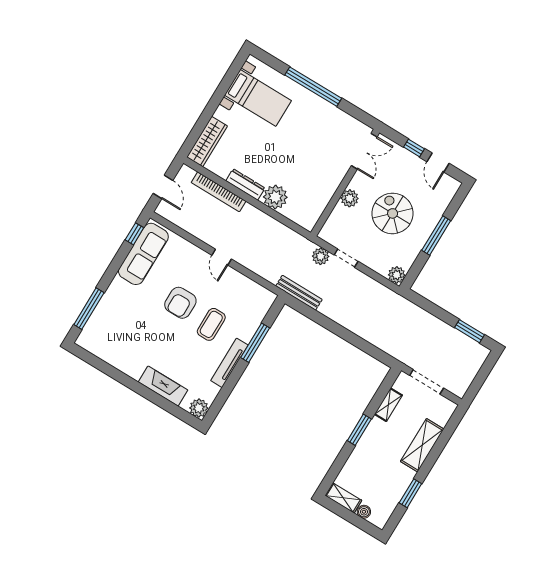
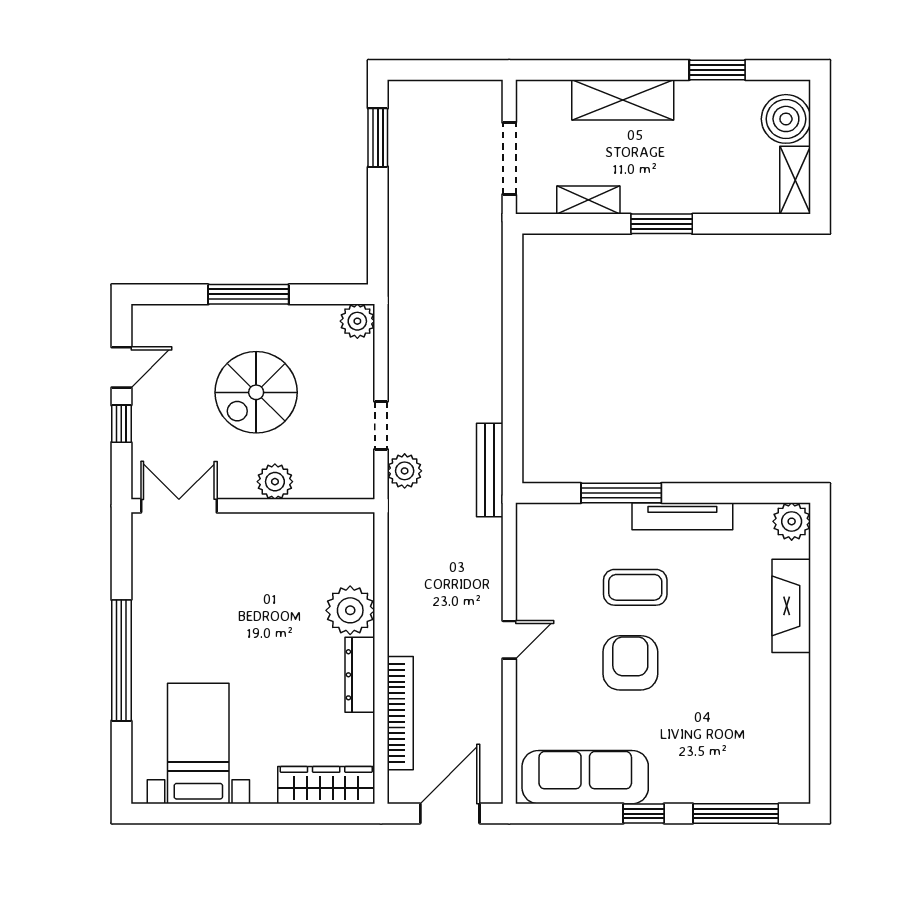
door: (163, 187) -> (450, 814), width x1.38
window: (134, 234) -> (644, 814), moved
armchair: (180, 303) -> (630, 663), turned -90
boiler: (364, 512) -> (786, 119), width x1.86, depth x1.86

